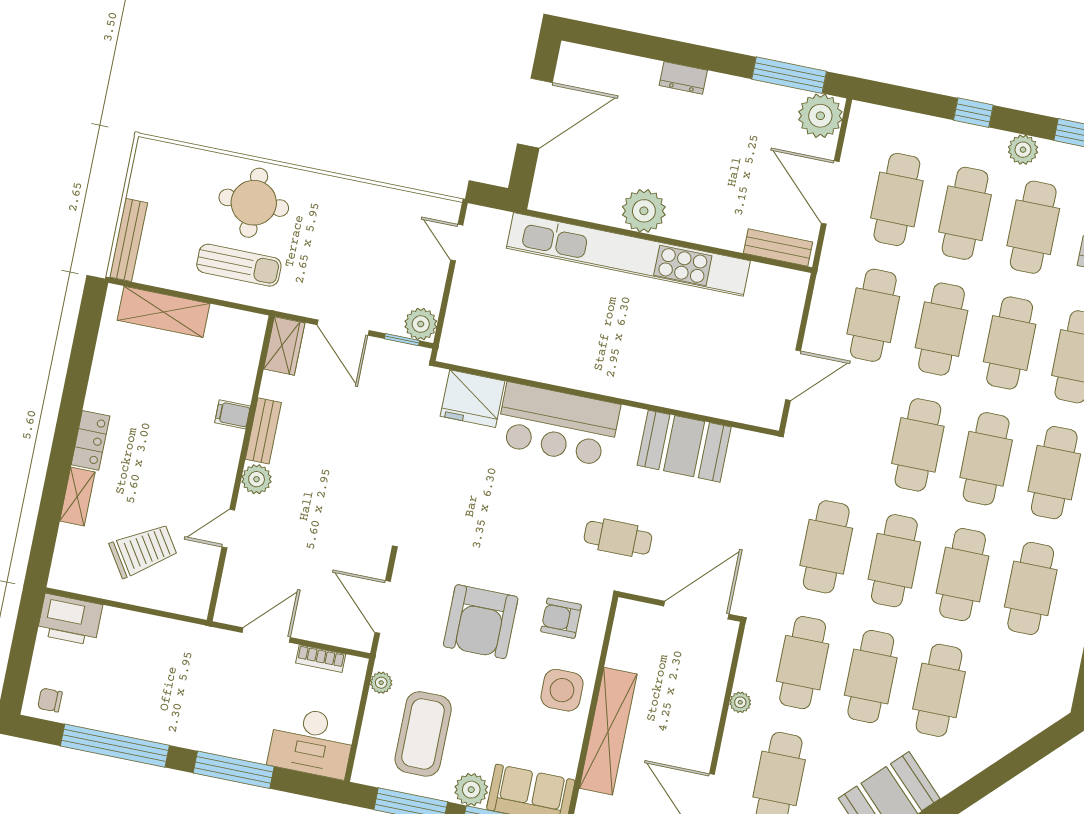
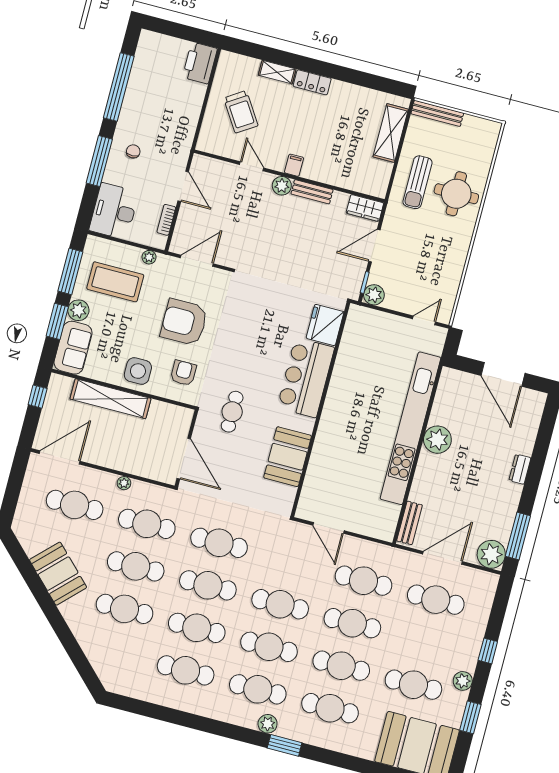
cafe table: (965, 213) -> (425, 642), removed
filing cabinet: (233, 414) -> (294, 165), moved
chair: (50, 700) -> (133, 151), moved

